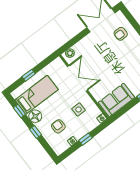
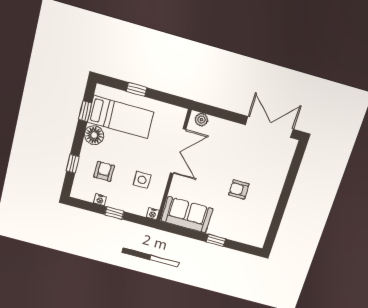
armchair: (121, 34) -> (239, 189), moved
window: (35, 132) -> (73, 164), moved

